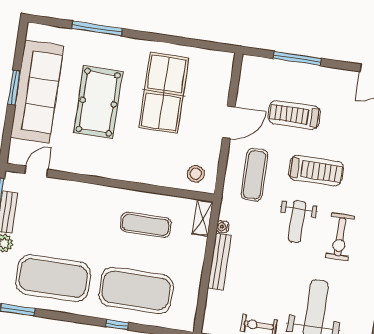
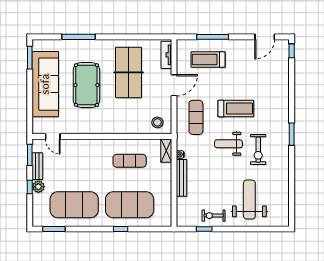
tv unit: (224, 75) -> (166, 55), added
window: (14, 88) -> (30, 58), moved
treadmill: (294, 115) -> (208, 59), moved
door: (36, 171) -> (53, 137), swing flipped
weight bench: (297, 221) -> (228, 144), turned 90

